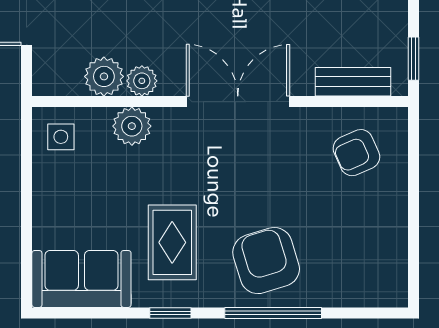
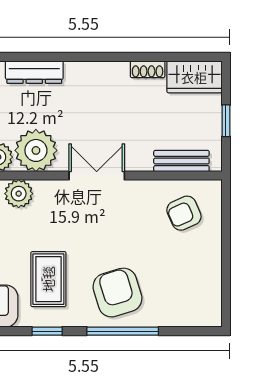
window: (414, 59) -> (226, 121), moved
plant: (142, 81) -> (36, 150), width x1.87, depth x1.87
double door: (238, 102) -> (97, 176), width x0.73

